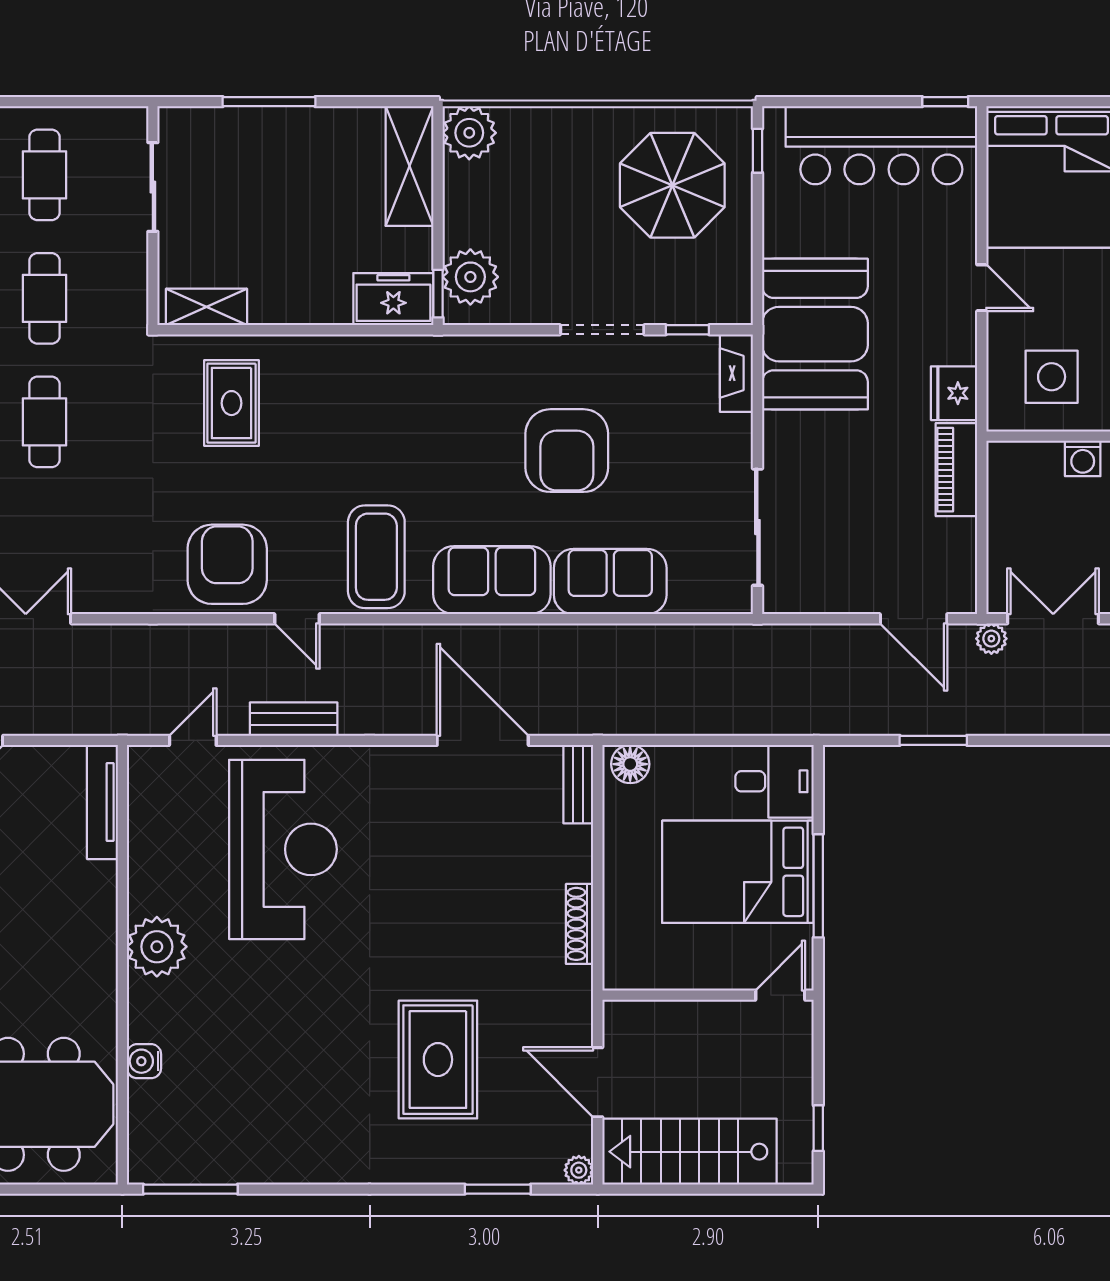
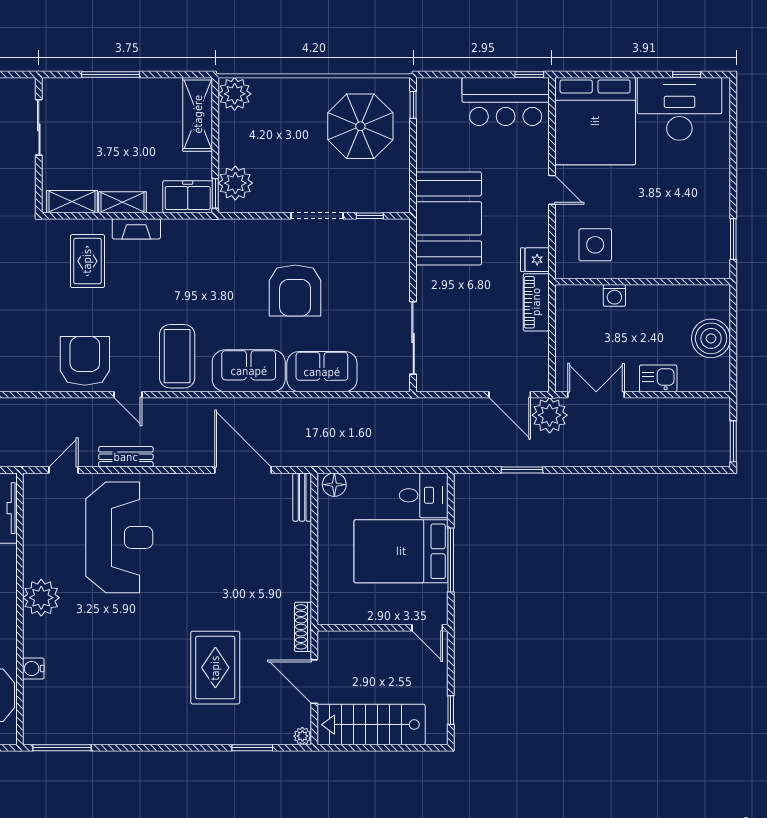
bar counter: (881, 145) -> (506, 101), width x0.73
shelving: (288, 308) -> (123, 202), added
fireplace: (736, 373) -> (136, 229), moved, turned -90
fridge: (954, 393) -> (535, 260), width x0.72
plant: (991, 639) -> (550, 415), width x1.88, depth x1.88
shoe rack: (580, 924) -> (303, 627), moved
door: (780, 995) -> (427, 628), swing flipped

